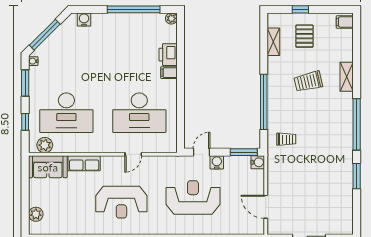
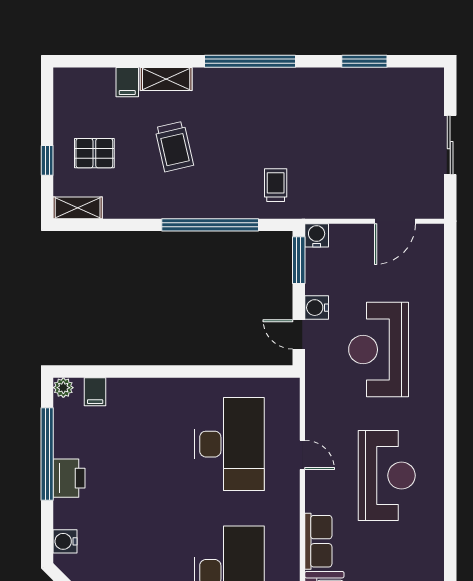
filing cabinet: (345, 22) -> (127, 82), moved
shelving: (273, 42) -> (78, 208), moved
printer: (168, 55) -> (69, 478), moved, turned -90
filing cabinet: (169, 73) -> (95, 392), moved
window: (357, 176) -> (364, 61), moved

